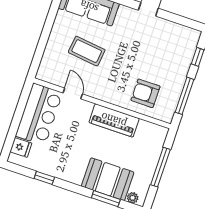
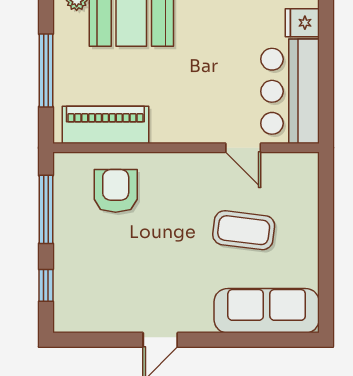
armchair: (145, 93) -> (116, 191), turned -90
piano: (114, 120) -> (105, 125), moved

